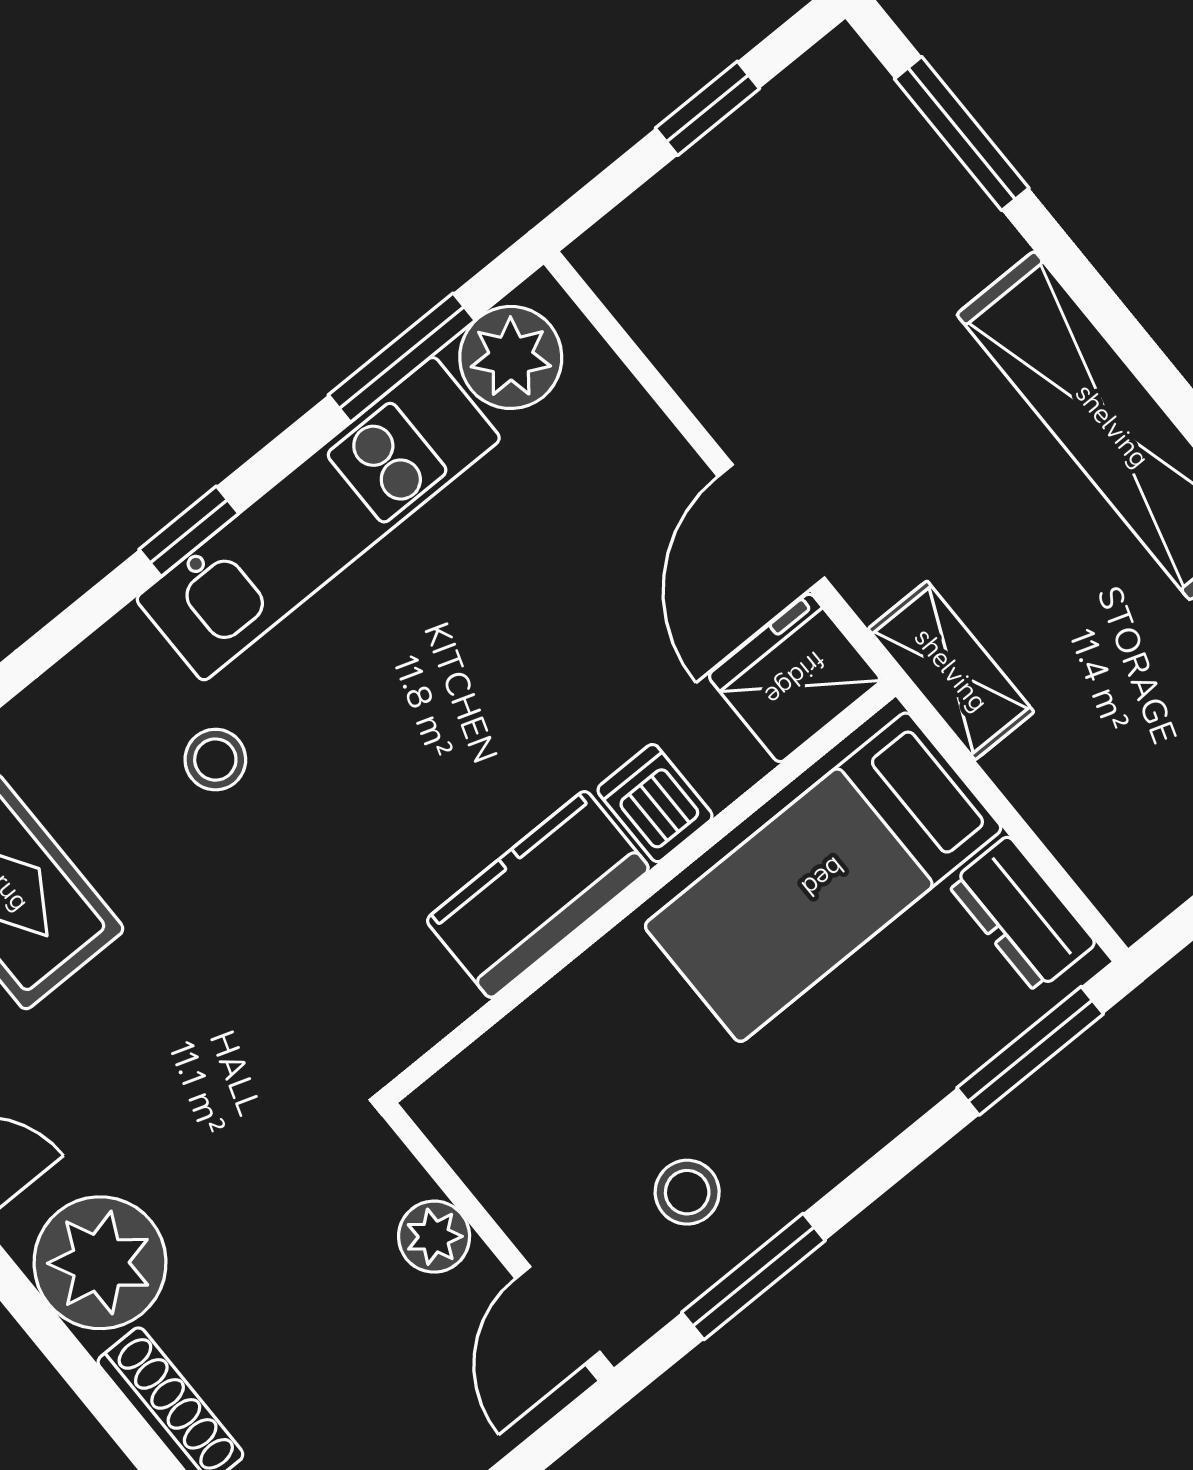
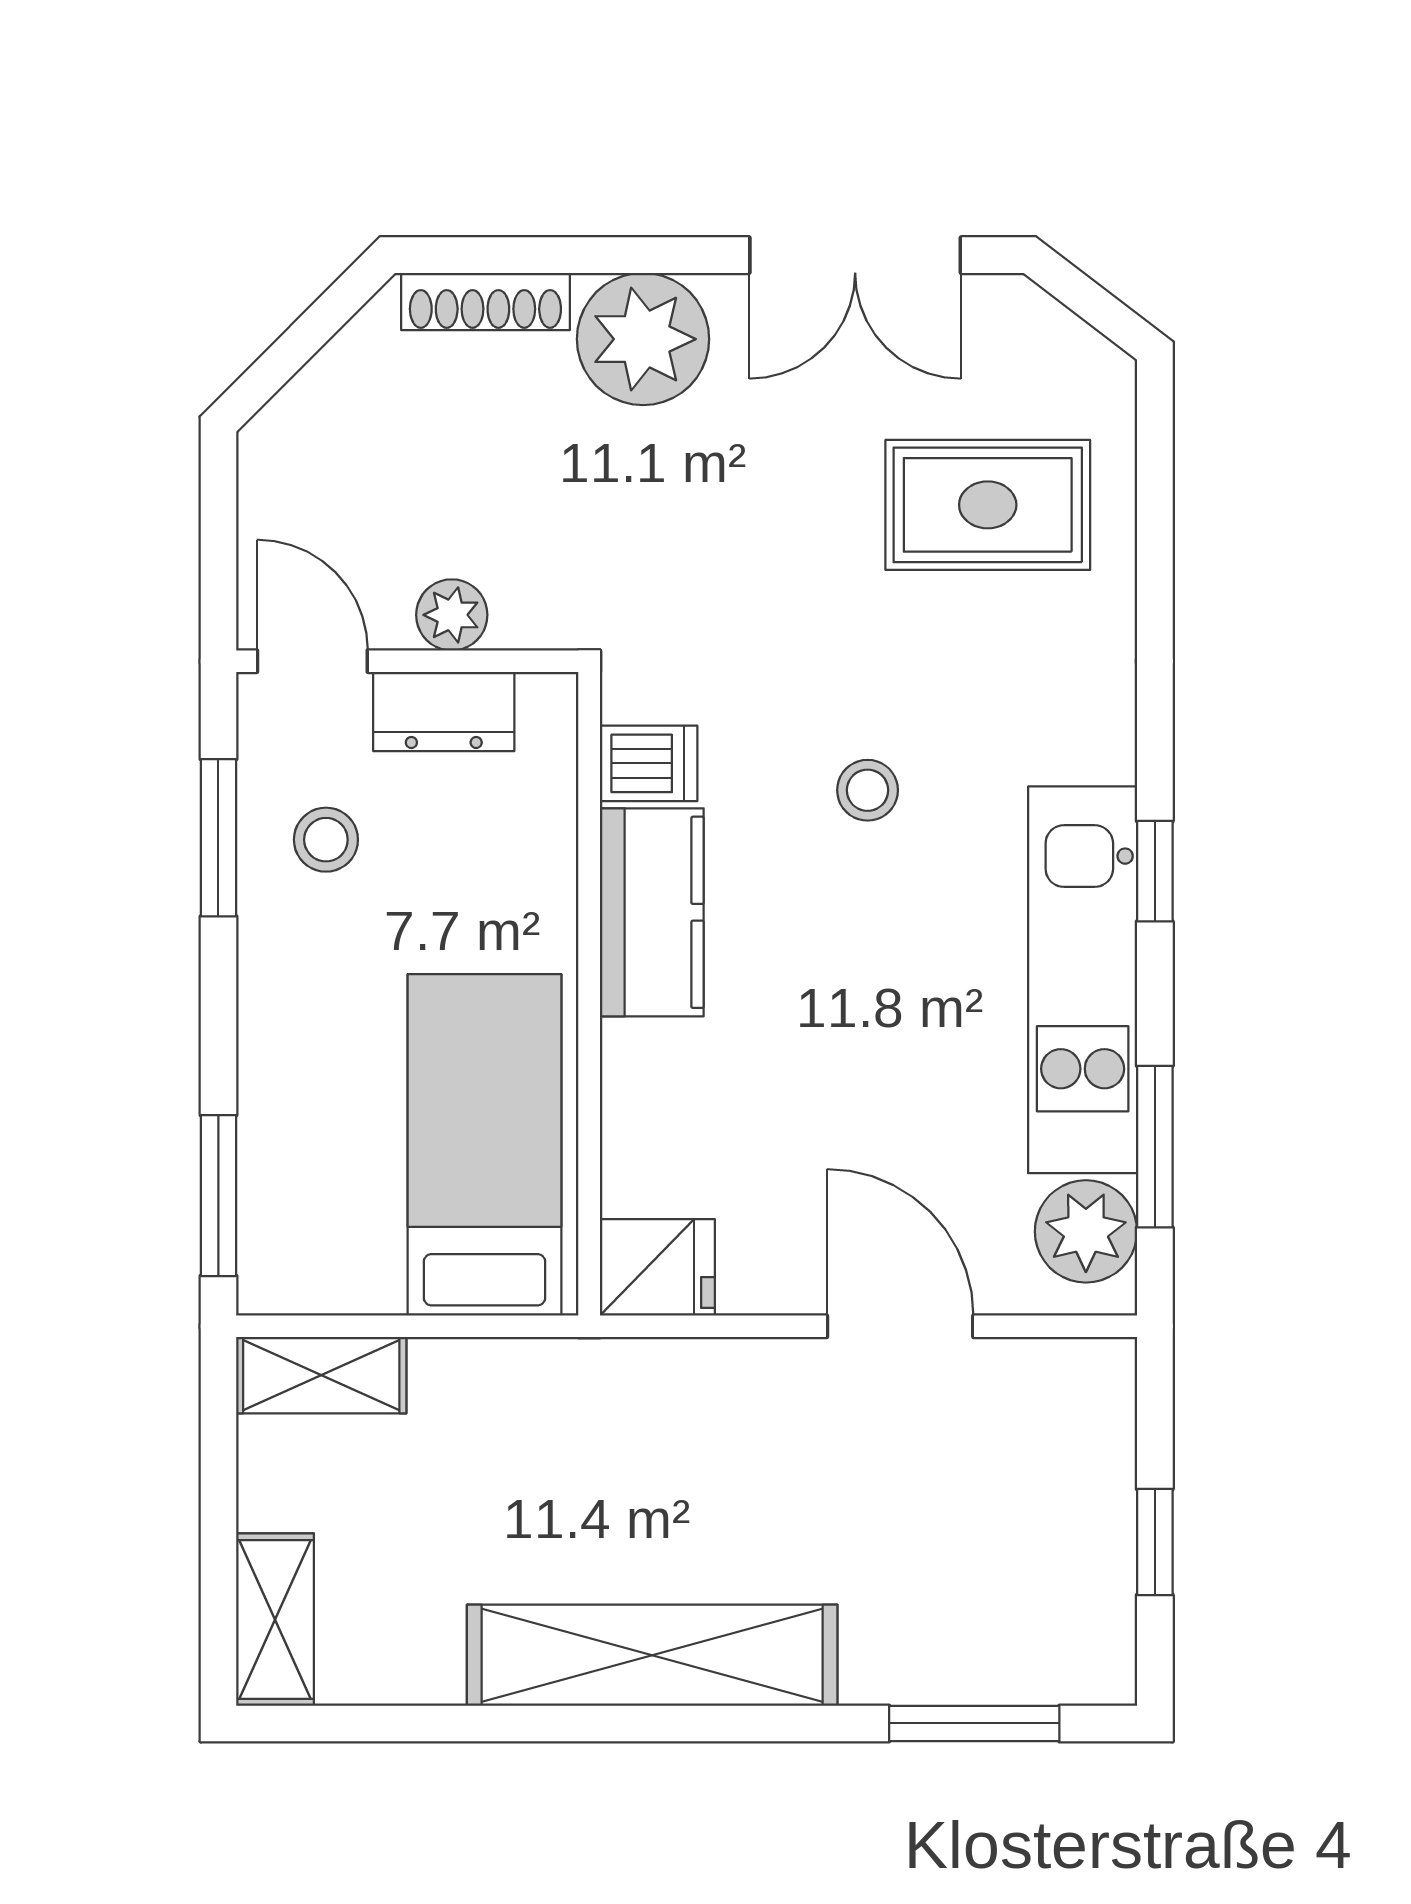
door: (771, 527) -> (900, 1326), moved
shelving: (951, 670) -> (321, 1375), moved
fridge: (795, 678) -> (657, 1267), width x0.72
stool: (215, 760) -> (868, 790), moved
dishwasher: (655, 803) -> (649, 763), moved
dresser: (1022, 914) -> (444, 712), moved, turned 180

